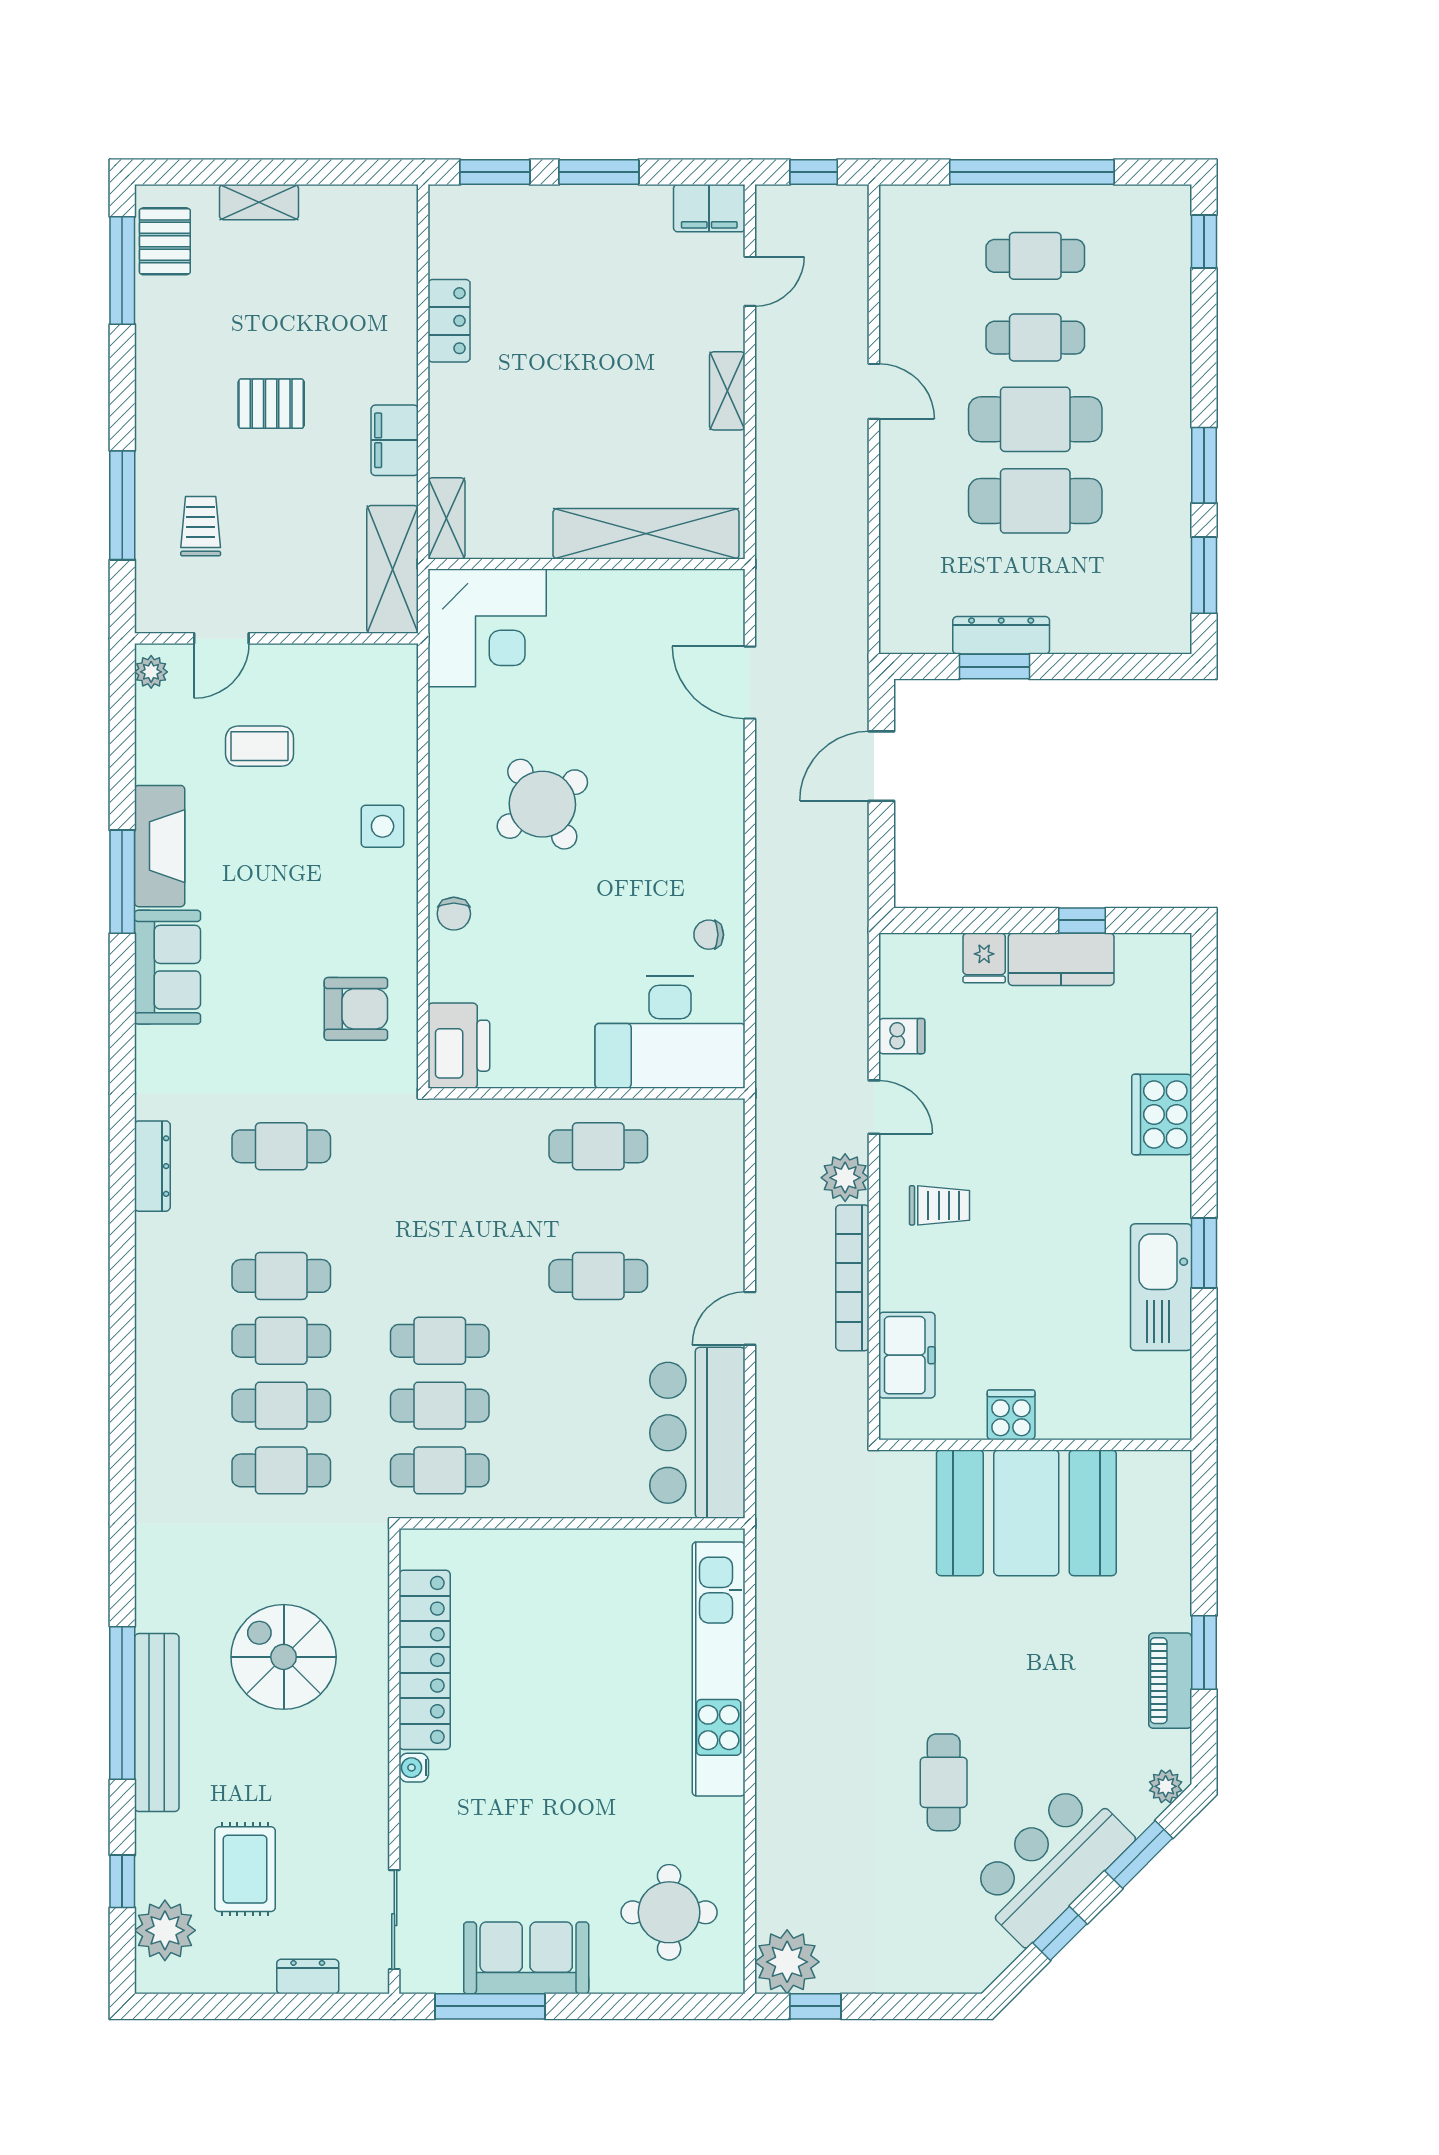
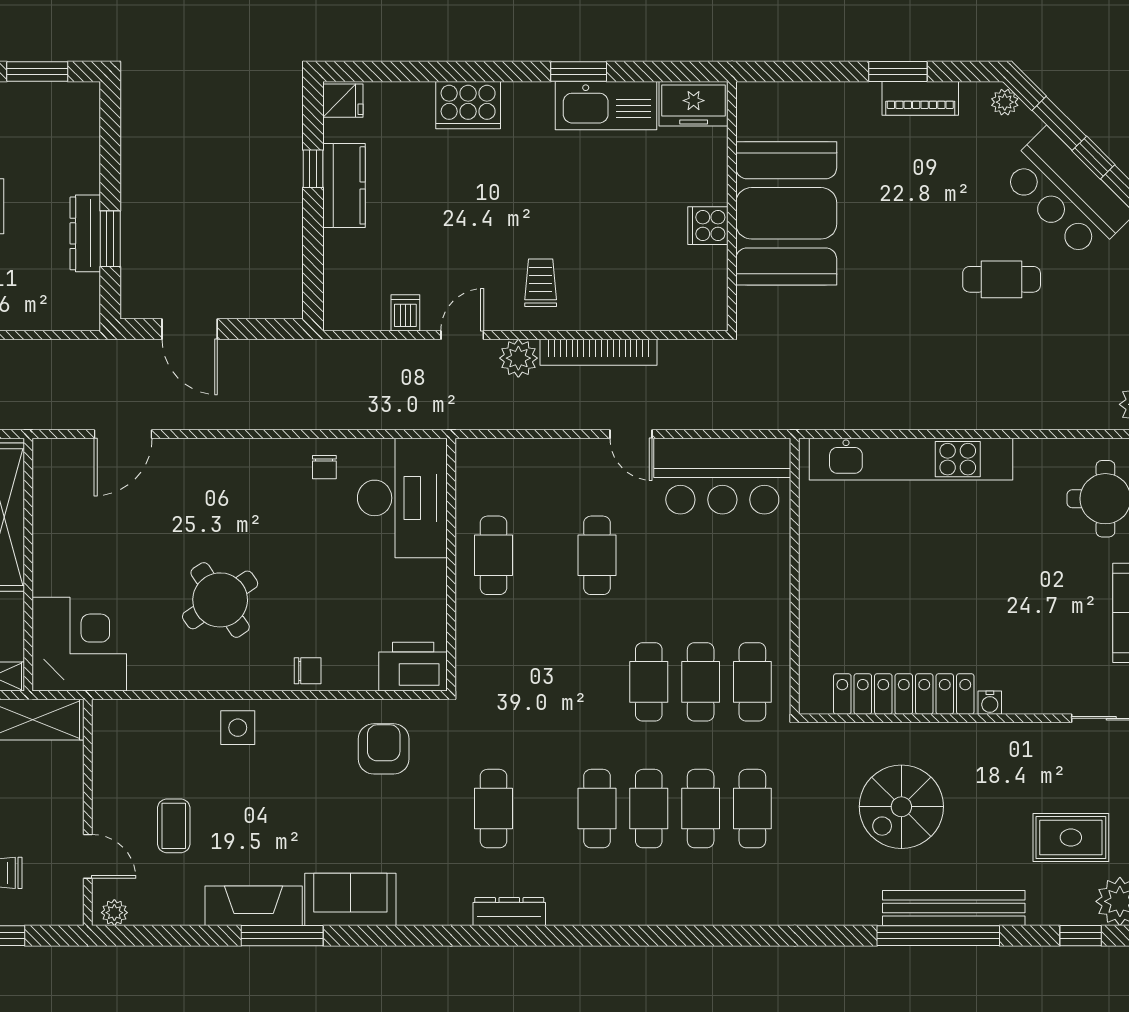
fridge: (984, 958) -> (343, 101), moved
freezer: (907, 1355) -> (694, 104), moved, turned 180

